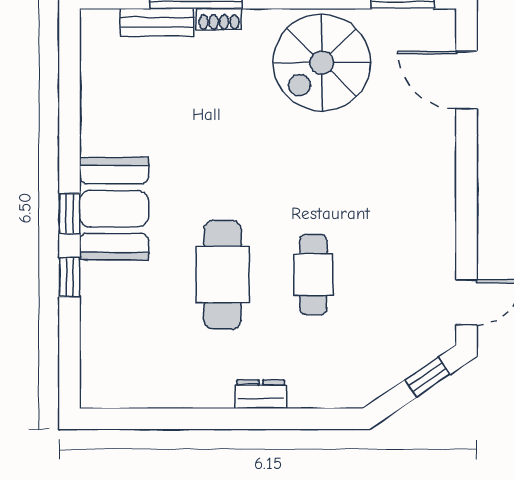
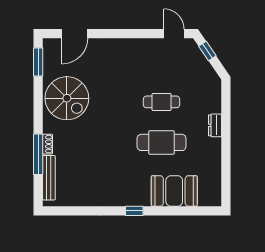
bench: (157, 22) -> (49, 178), width x1.36
booth: (114, 209) -> (174, 191), moved
window: (70, 277) -> (163, 211), removed

